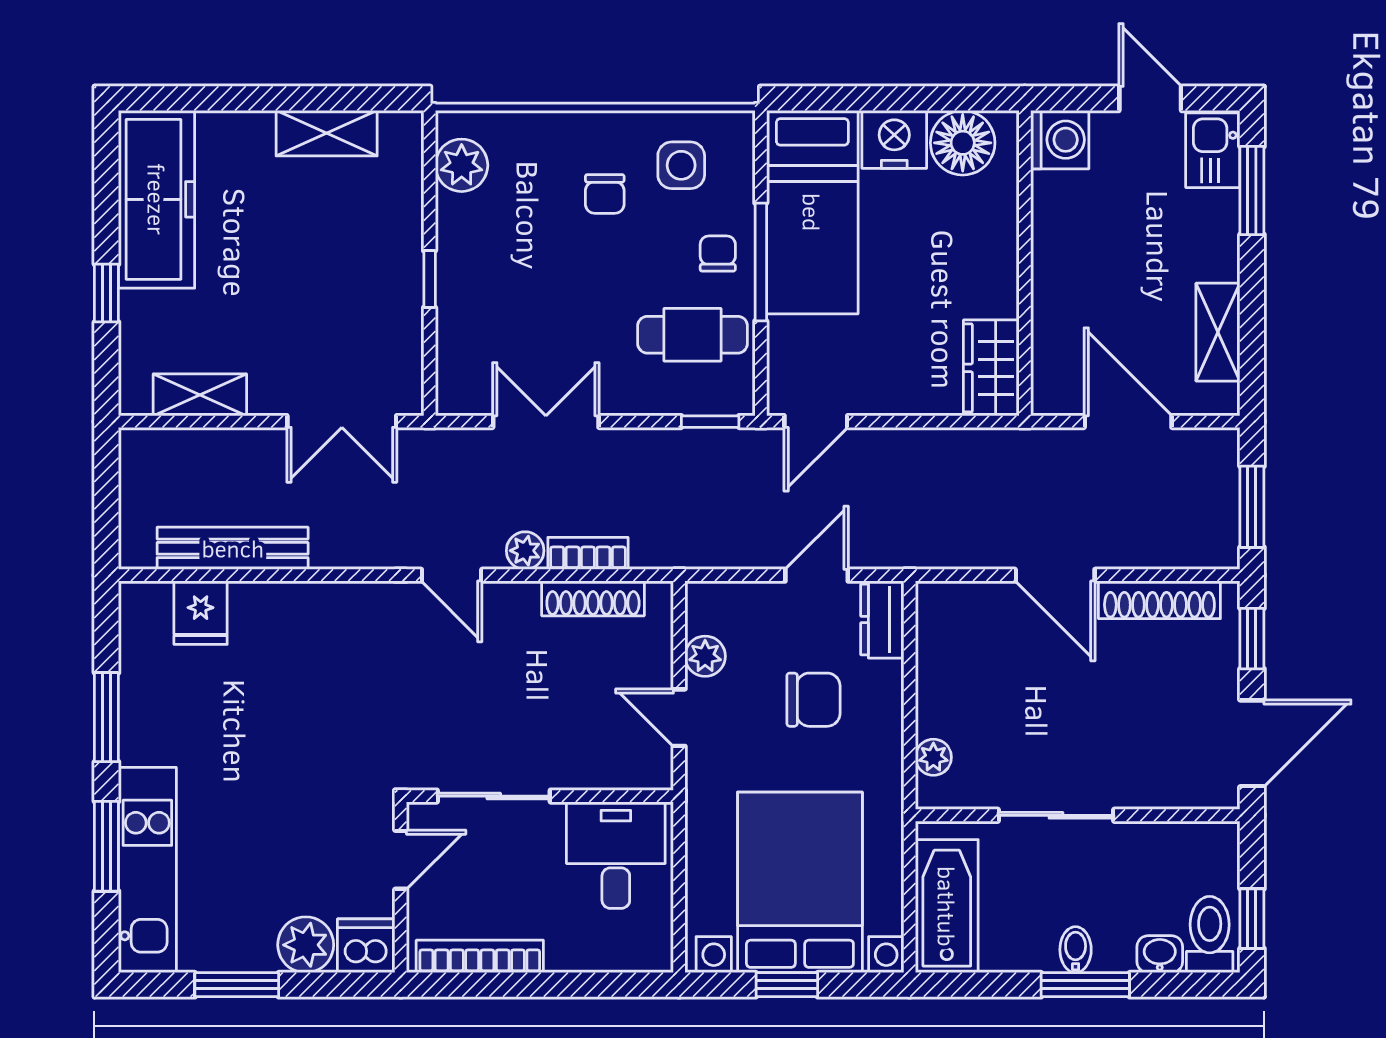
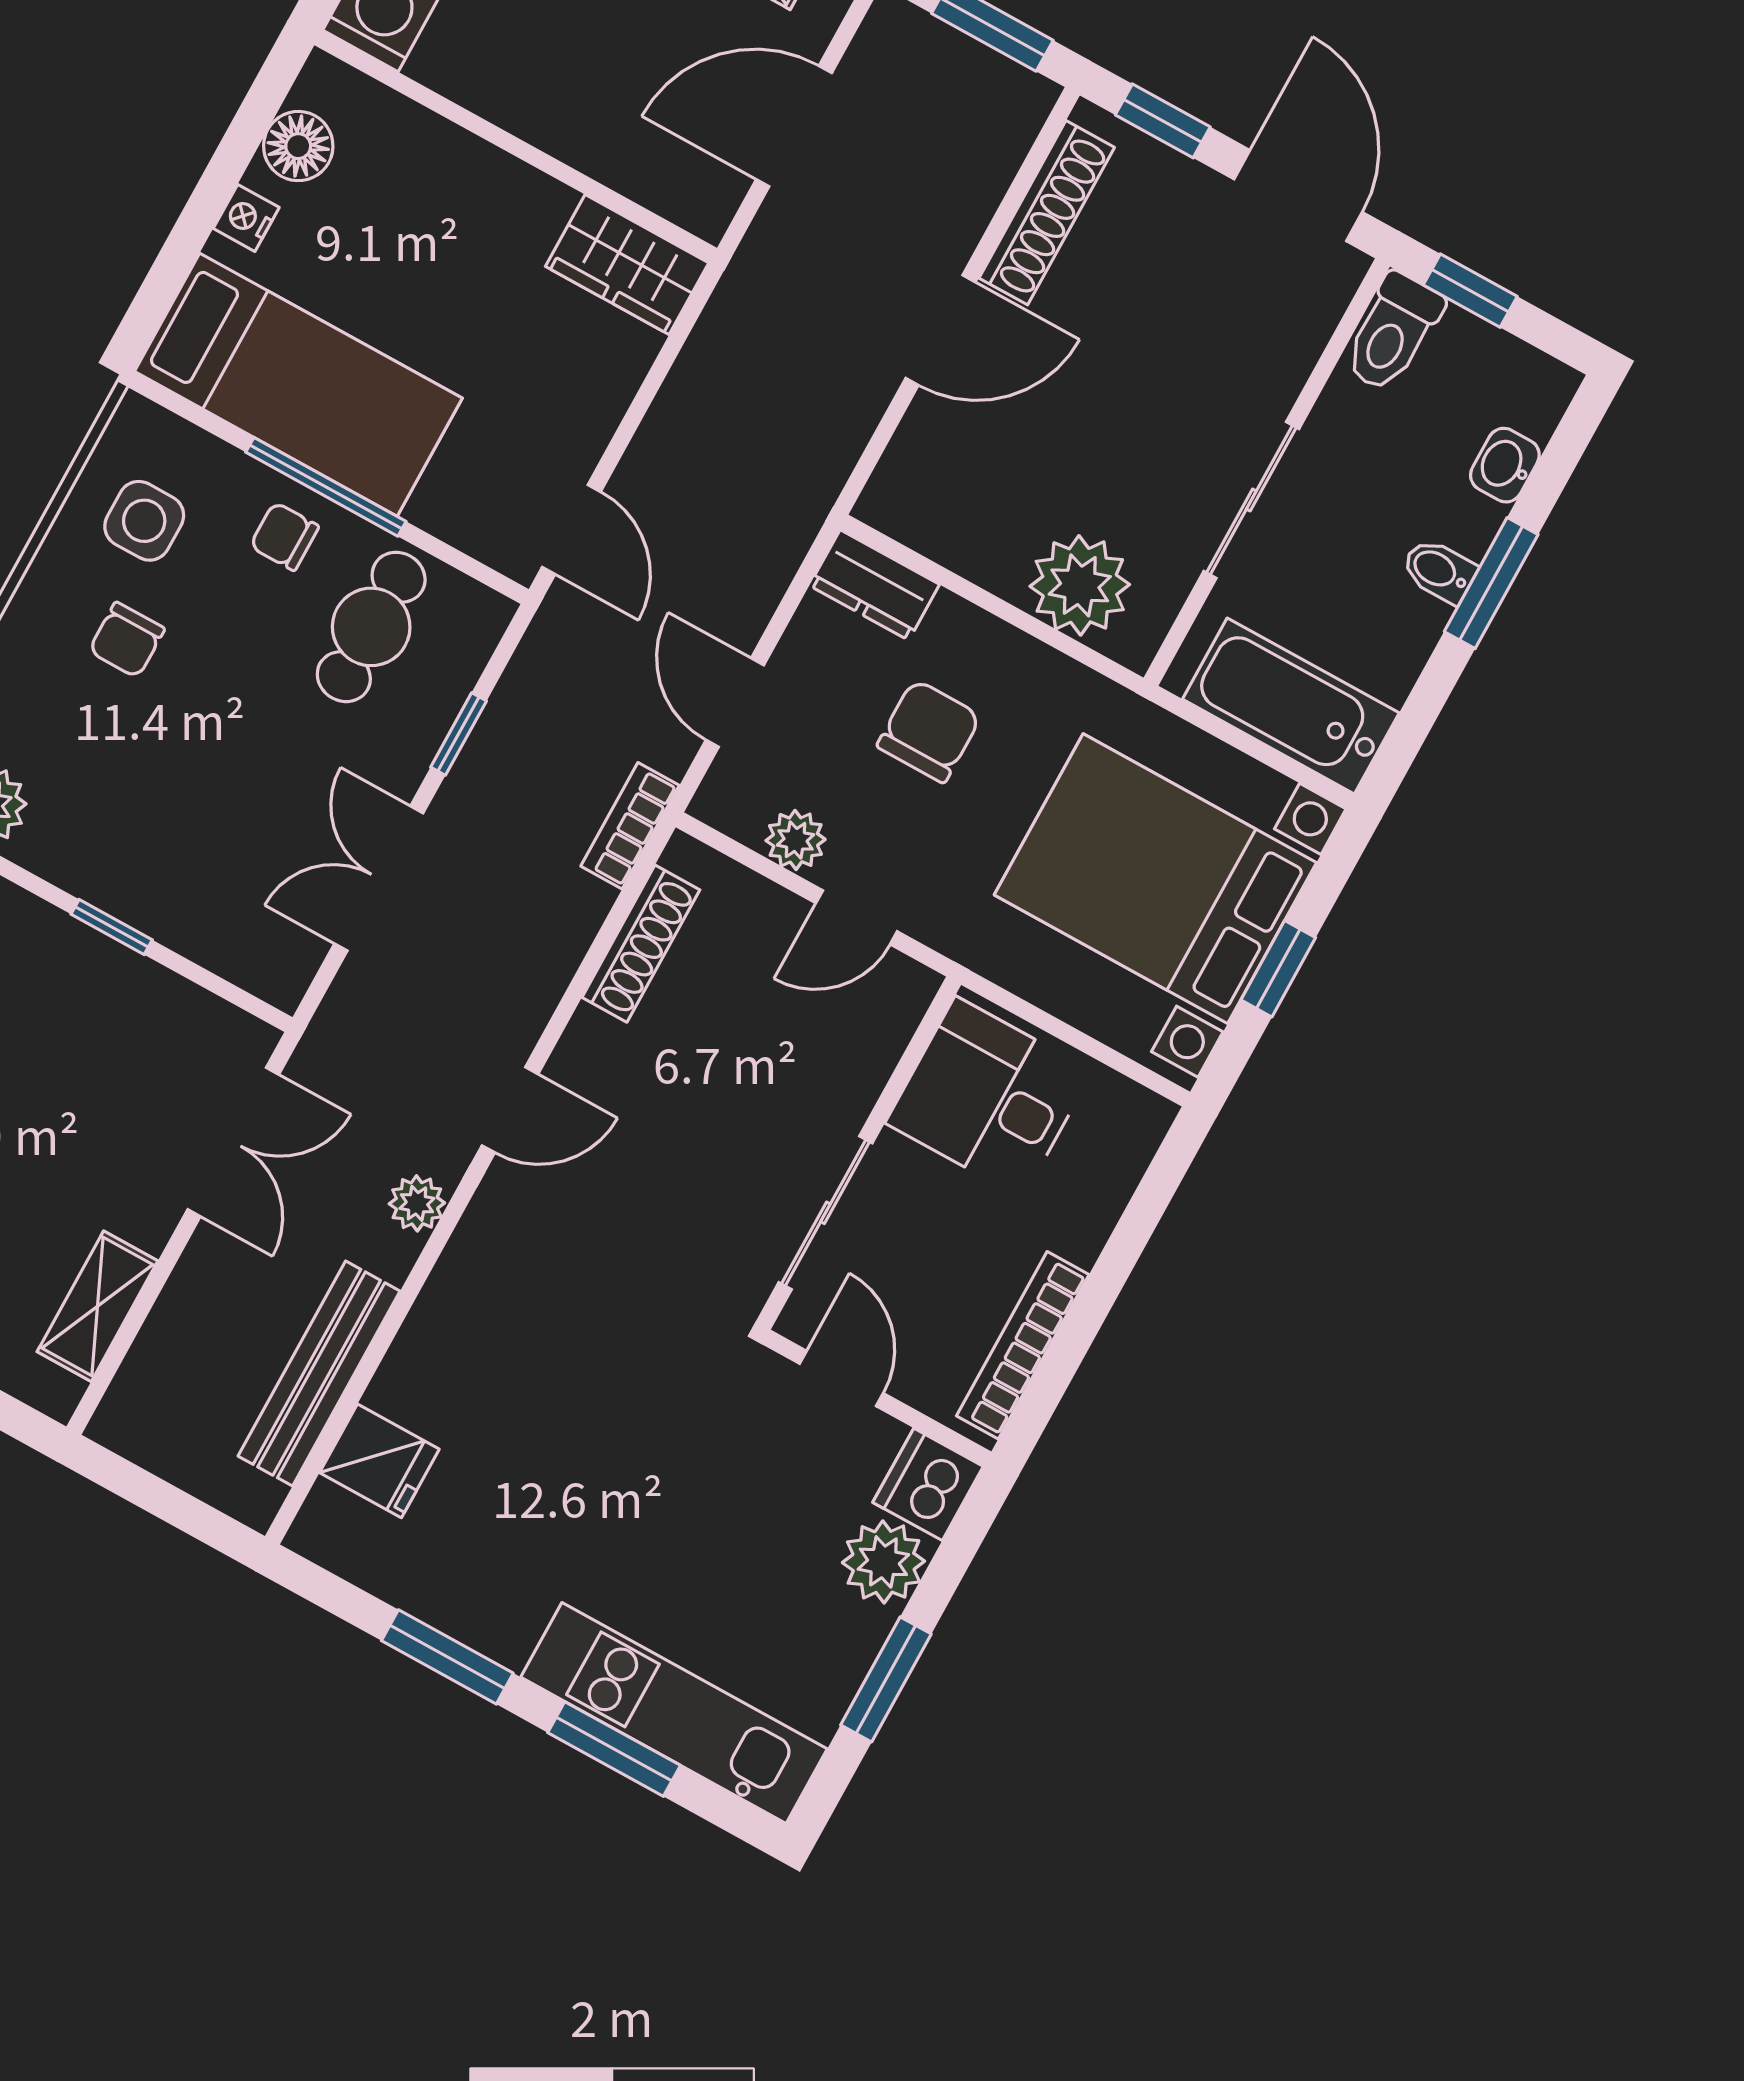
nightstand: (894, 139) -> (246, 218), width x0.53, depth x0.56
floor lamp: (963, 143) -> (298, 146), width x0.73, depth x0.73
chair: (605, 194) -> (127, 640), turned 90
window: (710, 422) -> (459, 734), moved
plant: (525, 551) -> (417, 1203), moved
bookcase: (588, 553) -> (630, 826), moved
door: (817, 575) -> (735, 702), moved
plant: (933, 757) -> (1080, 585), width x1.87, depth x1.87
window: (1252, 919) -> (1470, 291), moved
toilet: (1210, 935) -> (1393, 332), moved, turned -90

